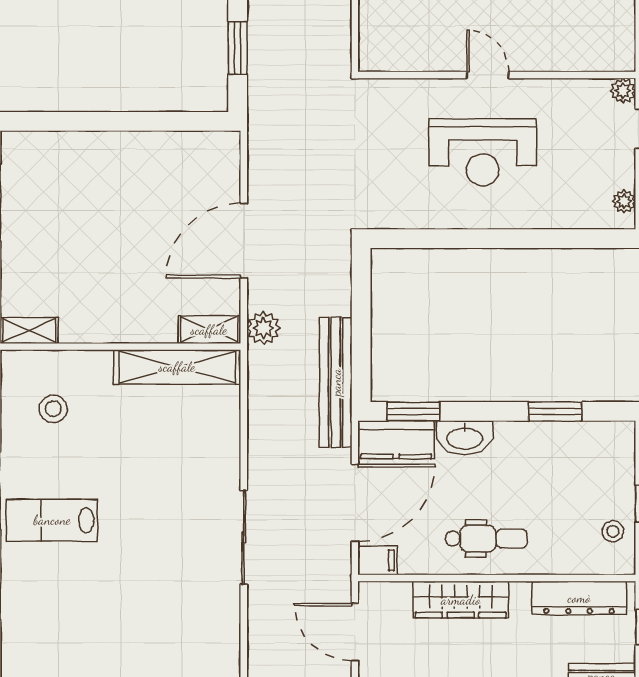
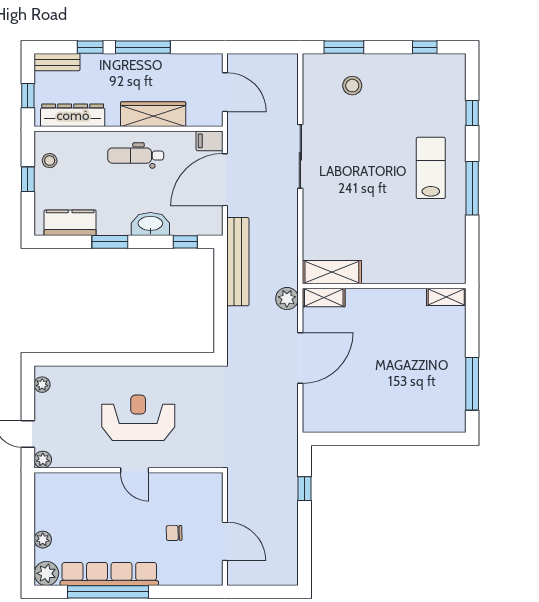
window: (238, 48) -> (305, 489), width x0.67
shelving: (177, 367) -> (332, 272), width x0.68
stool: (53, 409) -> (352, 86), moved
window: (413, 411) -> (185, 242), width x0.67
window: (555, 411) -> (110, 242), moved
kitchen counter: (396, 440) -> (70, 223), moved
lab bench: (52, 520) -> (431, 168), turned -90

